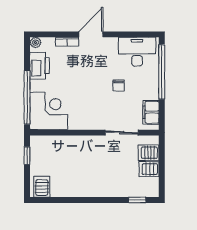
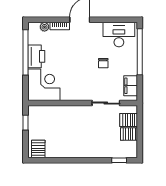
plant: (35, 43) -> (44, 27), moved
printer: (40, 66) -> (36, 56), moved
window: (27, 97) -> (26, 52), moved

